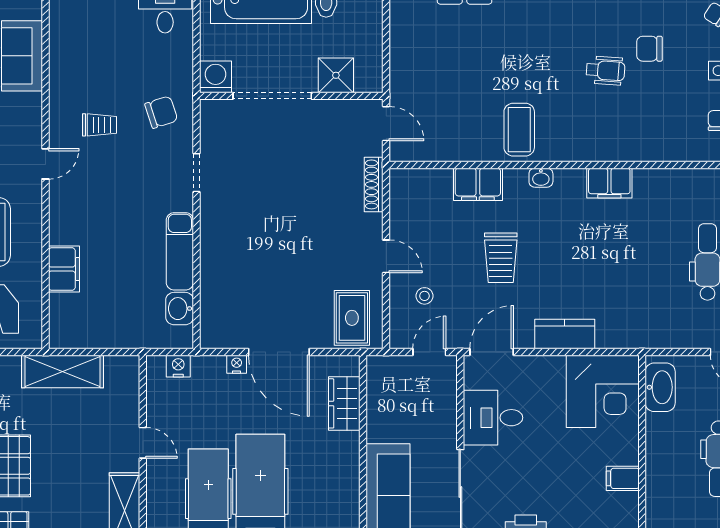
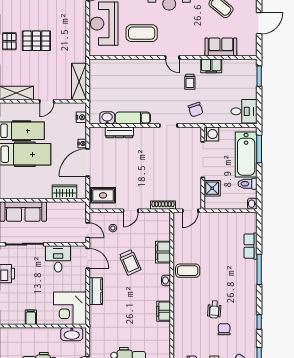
trolley: (501, 258) -> (130, 262), turned -114
filing cabinet: (64, 269) -> (211, 66), moved
dresser: (212, 281) -> (119, 132), added
shelving: (63, 371) -> (79, 81), moved

